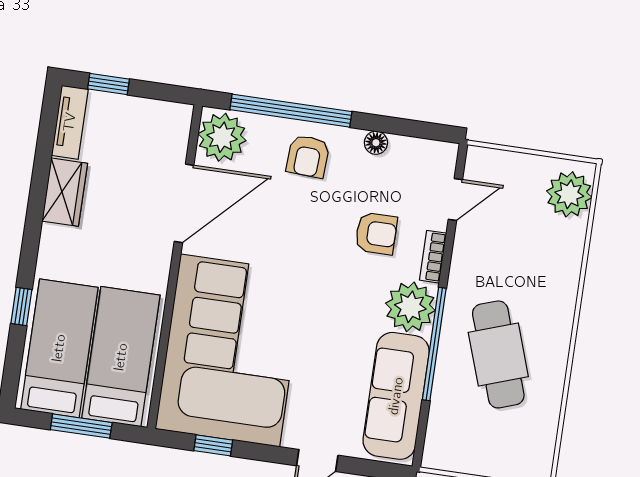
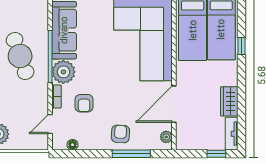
window: (291, 111) -> (131, 154), width x0.68
plant: (222, 137) -> (166, 137), width x0.53, depth x0.53
floor lamp: (376, 143) -> (73, 145), moved
armchair: (376, 233) -> (84, 103), turned -90

